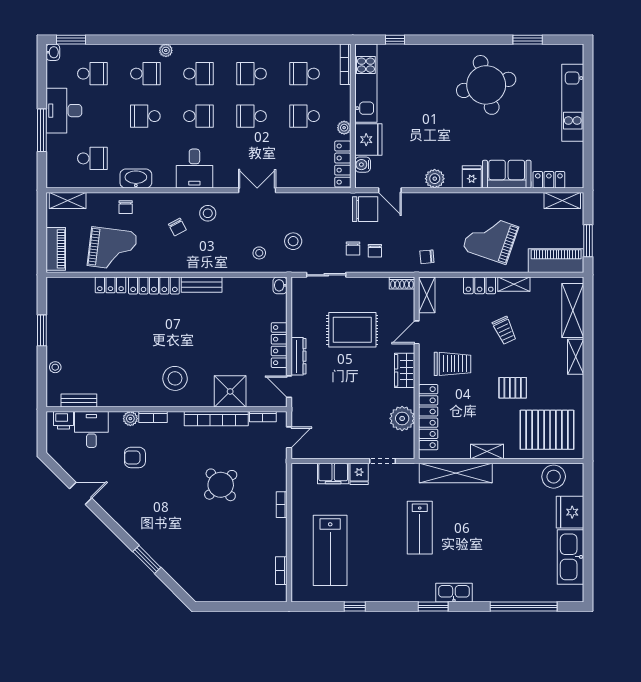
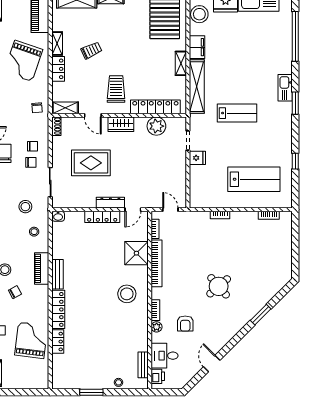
piano: (56, 249) -> (42, 268), moved, turned -90
rug: (352, 330) -> (91, 163), turned 90
pallet: (513, 388) -> (134, 44), removed
filing cabinet: (333, 473) -> (197, 47), moved
round table: (221, 485) -> (219, 286), moved

